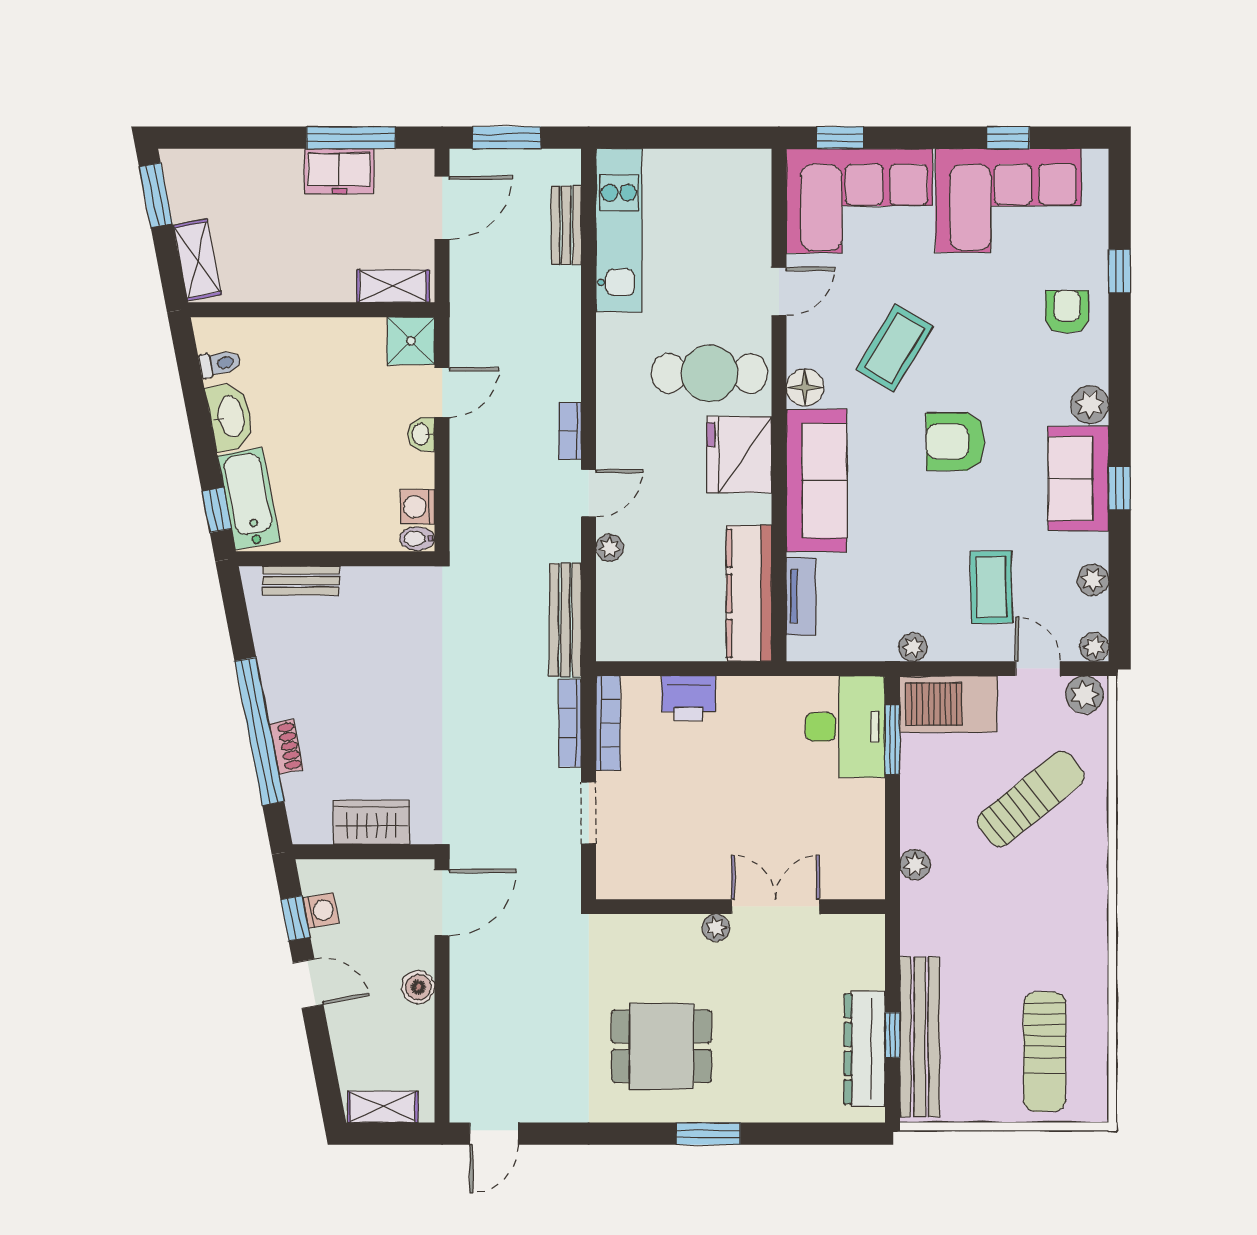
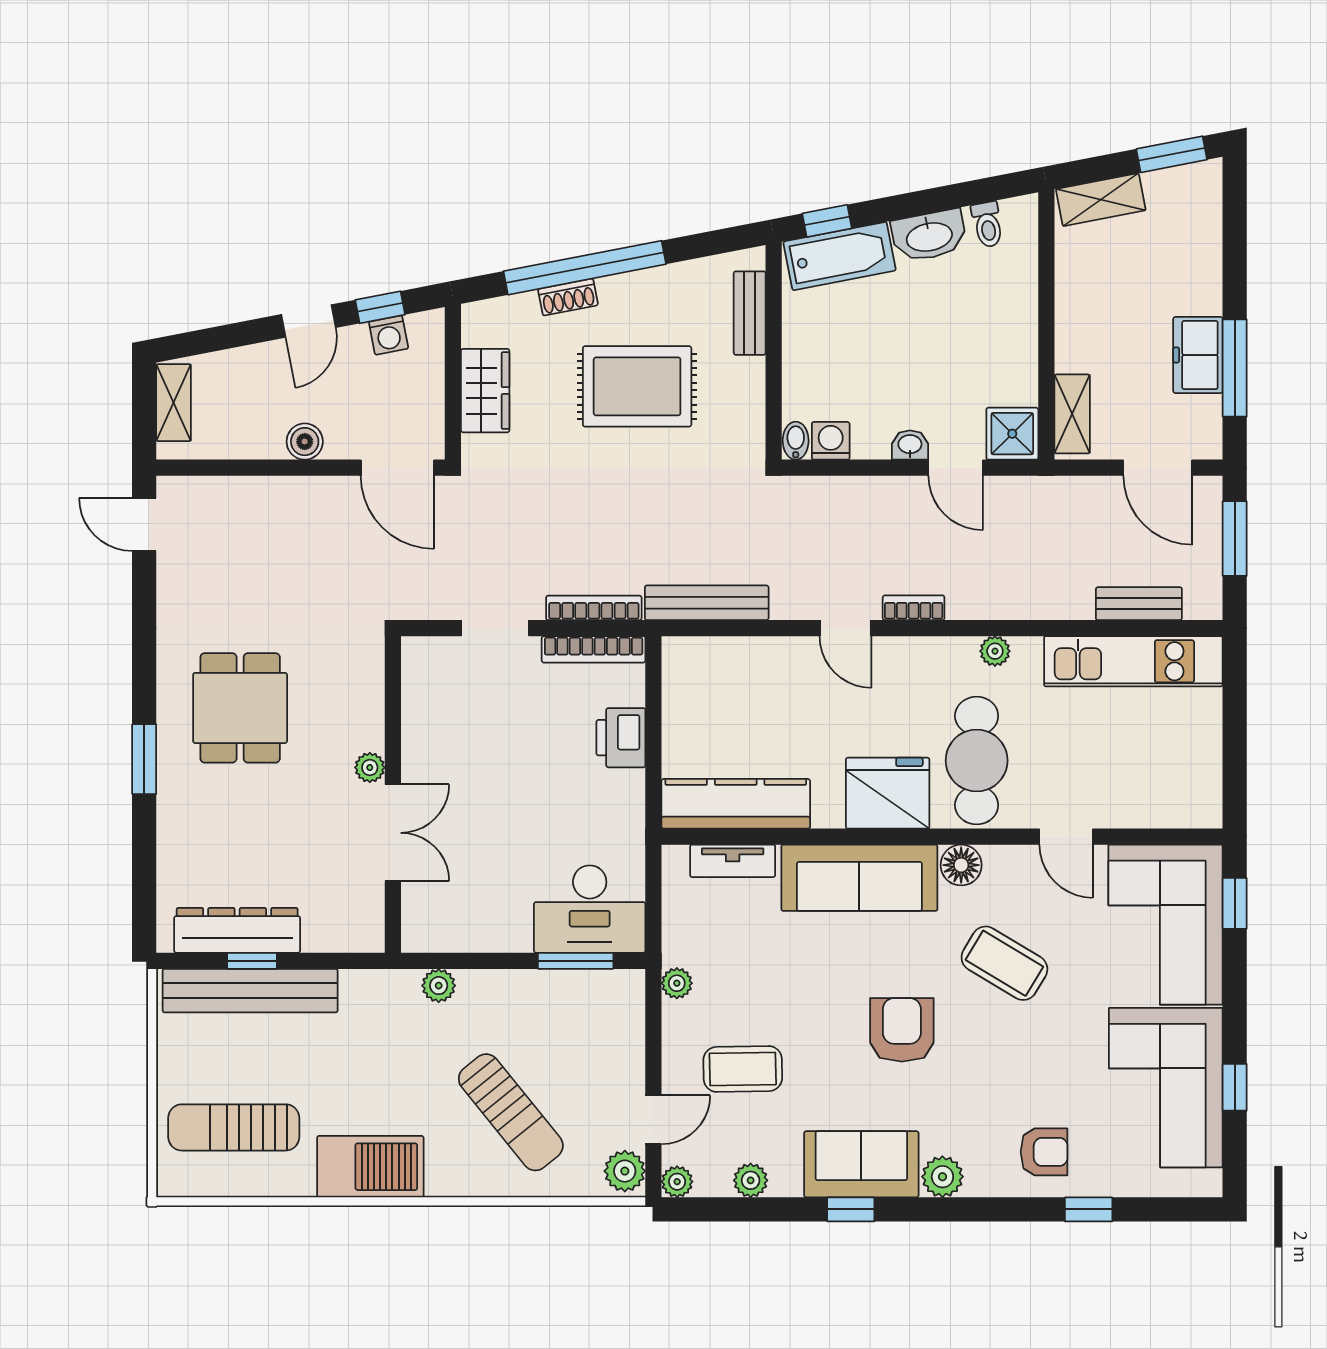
plant: (610, 548) -> (995, 651), moved
rug: (368, 684) -> (637, 386), added
barbecue: (948, 704) -> (370, 1167), moved, turned 90

